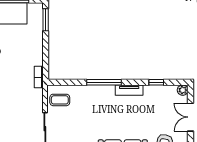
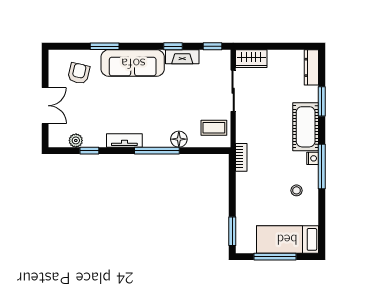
plant: (183, 90) -> (76, 140), moved
floor lamp: (87, 91) -> (179, 139), added

